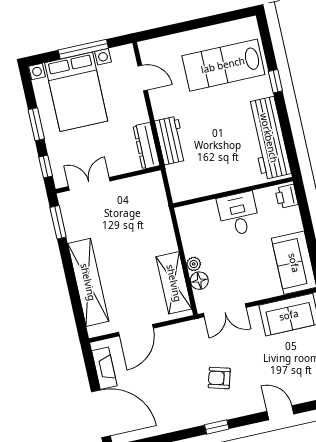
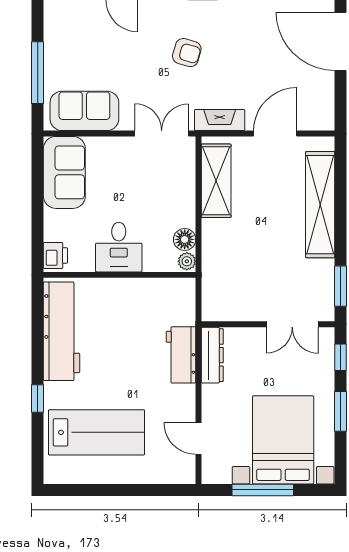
plant: (194, 264) -> (187, 261), moved
floor lamp: (199, 281) -> (185, 239), moved
fireplace: (104, 368) -> (220, 120), moved, turned 90

